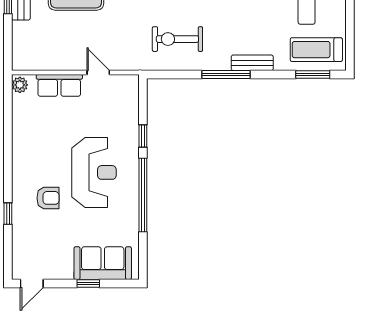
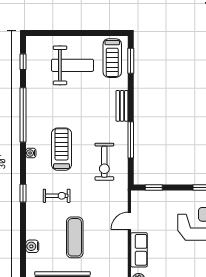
window: (226, 74) -> (131, 140), moved
window: (143, 136) -> (154, 188), moved

